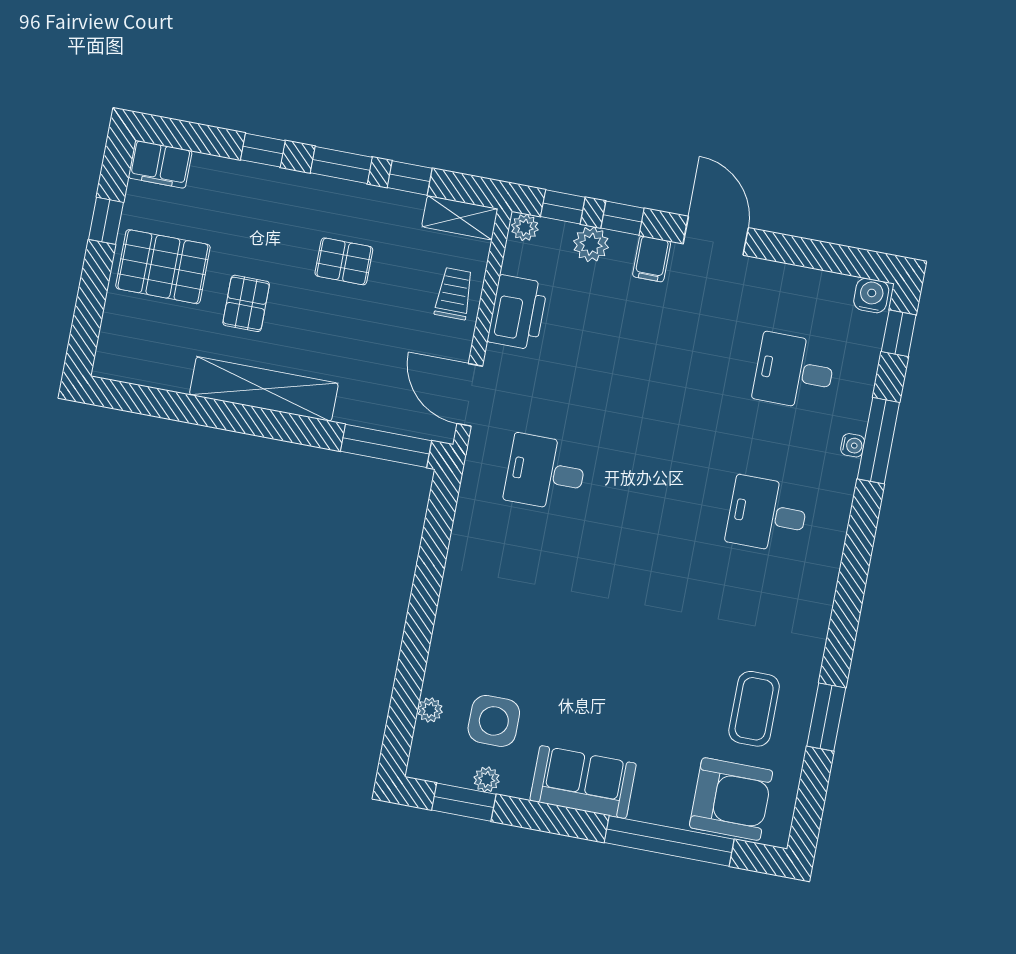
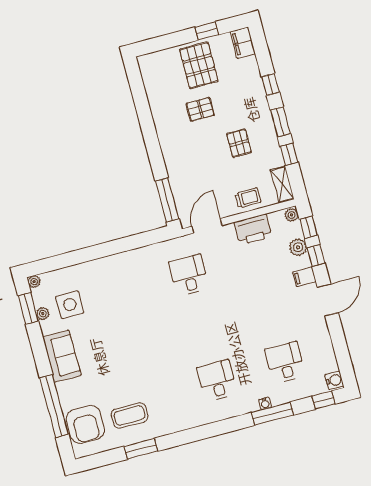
shelving: (264, 389) -> (167, 135), removed
plant: (430, 710) -> (34, 282), moved

